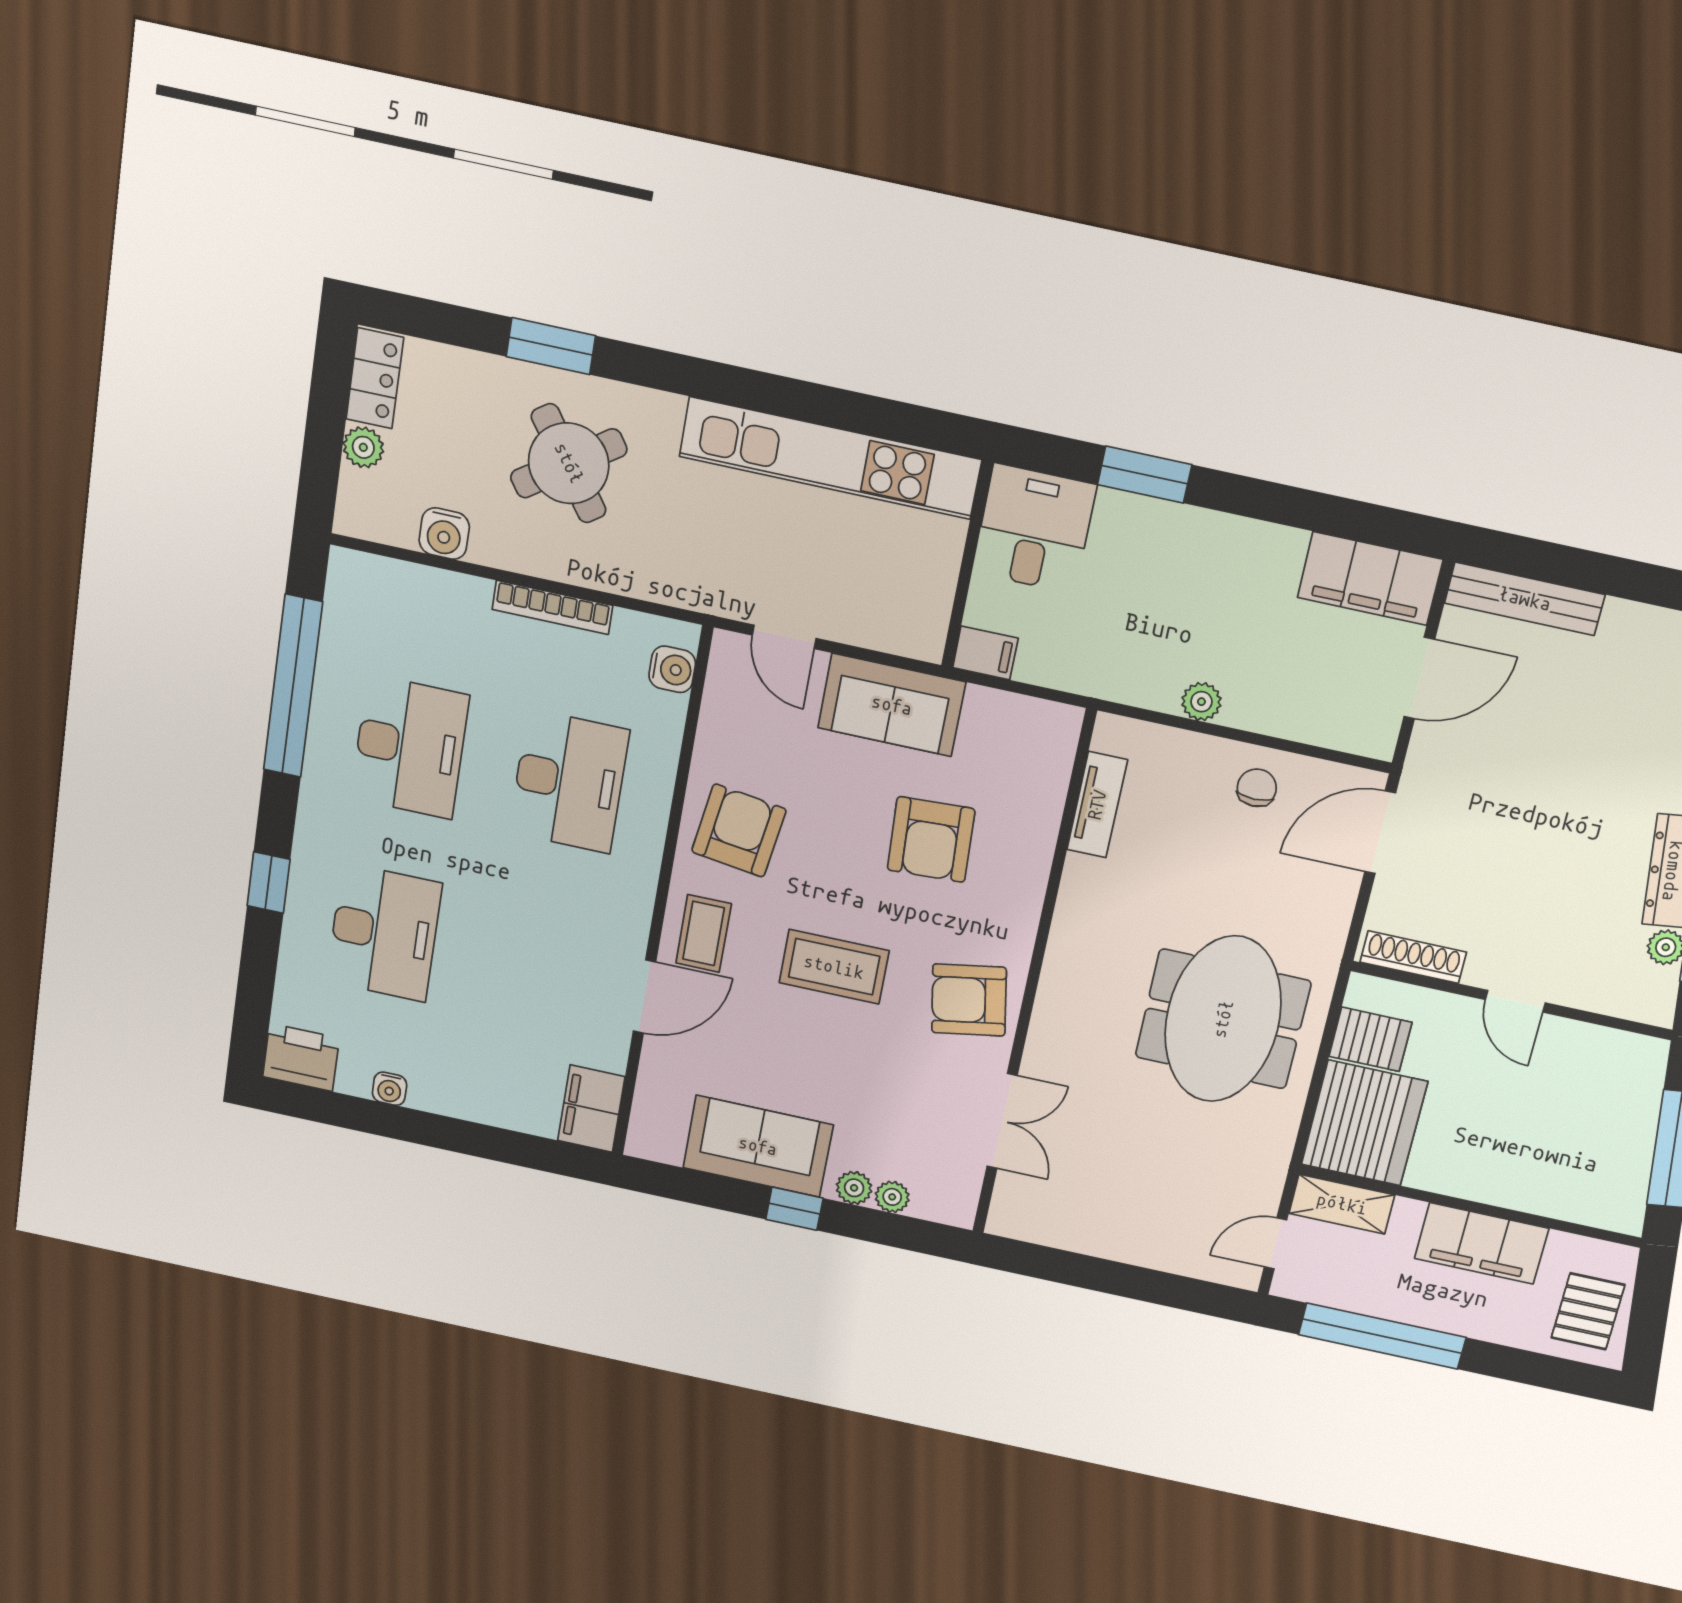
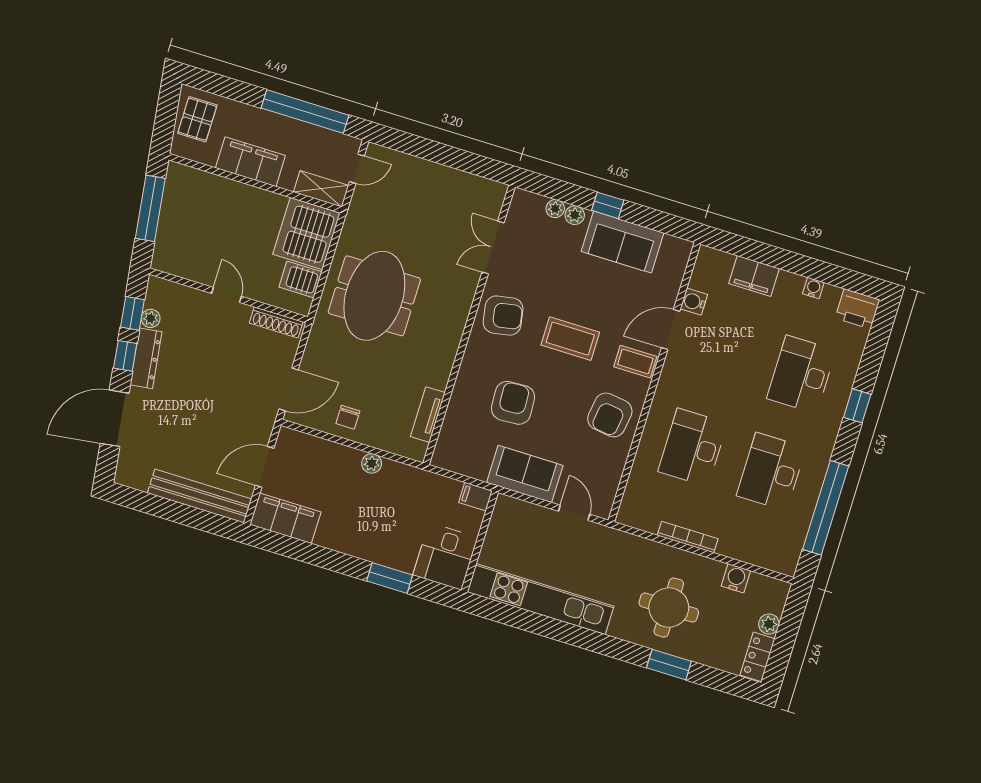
round table: (569, 463) -> (669, 608), turned 35
bench: (1525, 599) -> (200, 496), width x1.37, depth x1.21
water cooler: (672, 669) -> (694, 302), moved
coffee table: (704, 933) -> (635, 362), turned 90
filing cabinet: (591, 1109) -> (754, 276), moved, turned 90

